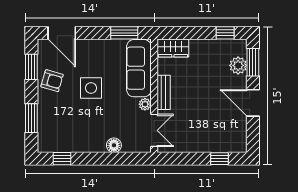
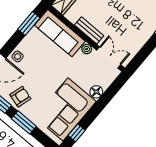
side table: (91, 88) -> (18, 56), moved, width x0.54, depth x0.54
window: (31, 118) -> (24, 122), moved
corner sofa: (75, 131) -> (66, 109), added

